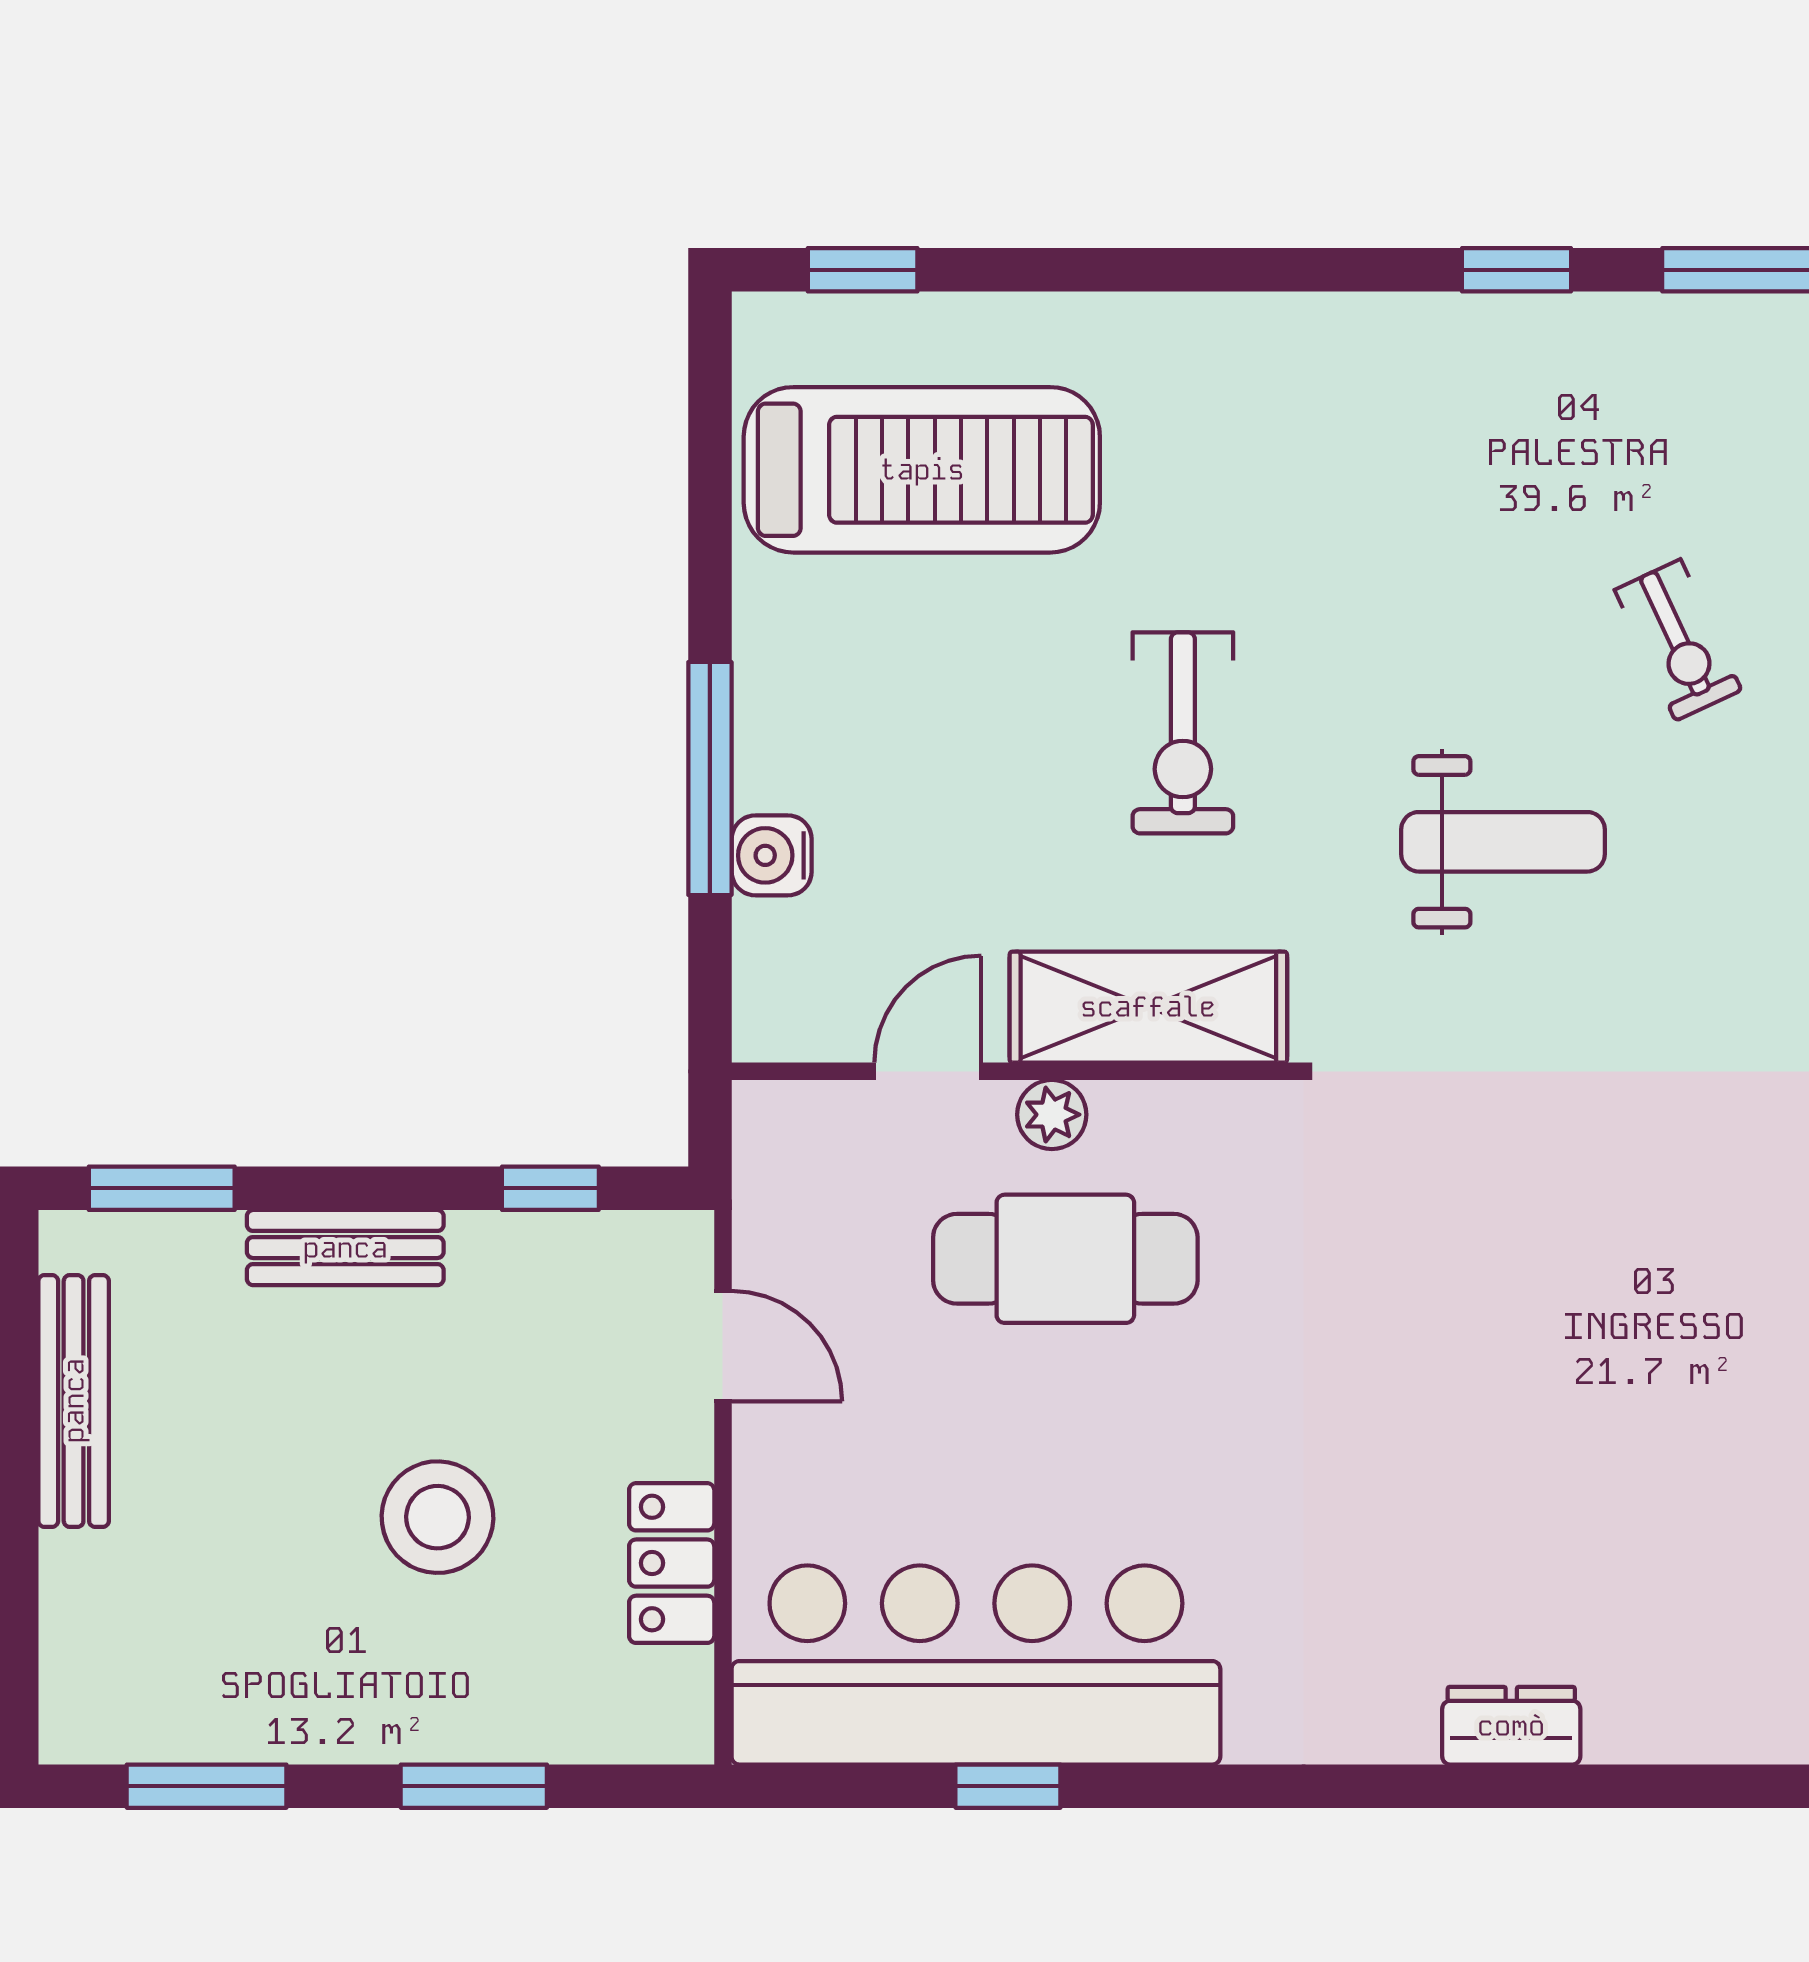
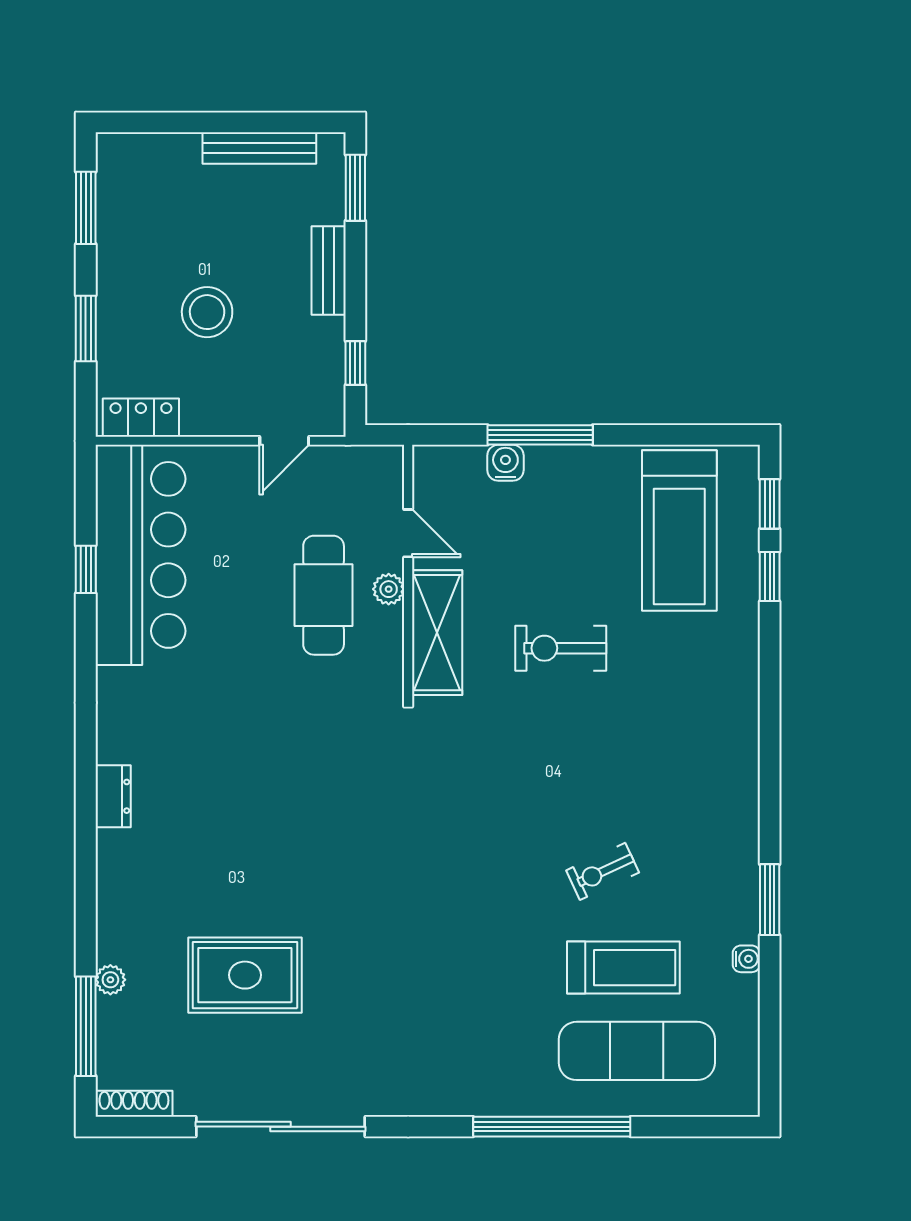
window: (1516, 270) -> (770, 576), moved
weight bench: (1503, 842) -> (512, 793), removed
locker: (672, 1563) -> (141, 418), moved

